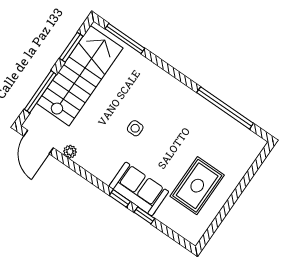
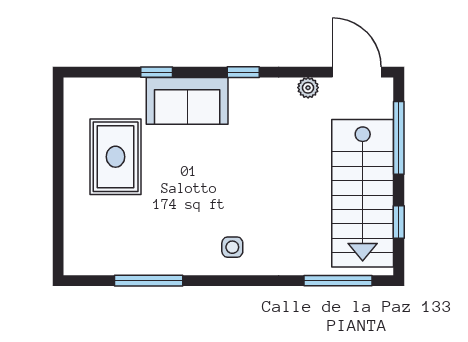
window: (71, 47) -> (399, 222), width x0.67
window: (225, 108) -> (149, 281), width x0.68
side table: (135, 128) -> (232, 247), moved
window: (120, 198) -> (243, 72), moved

